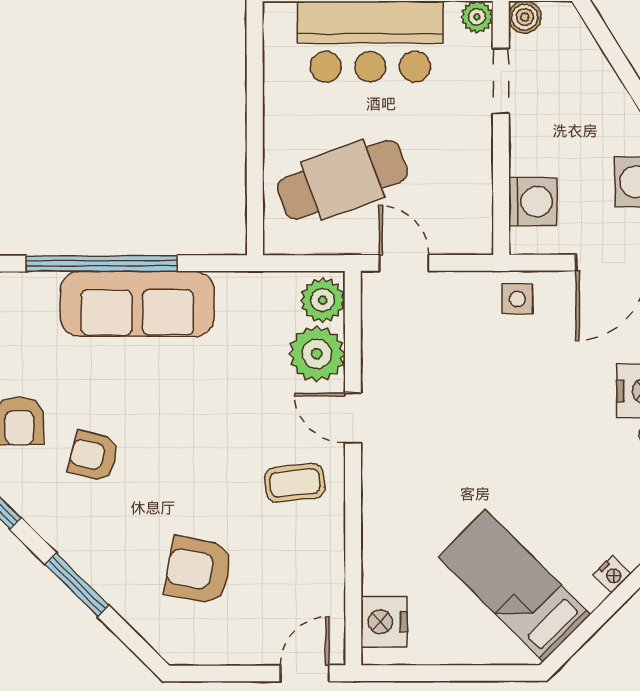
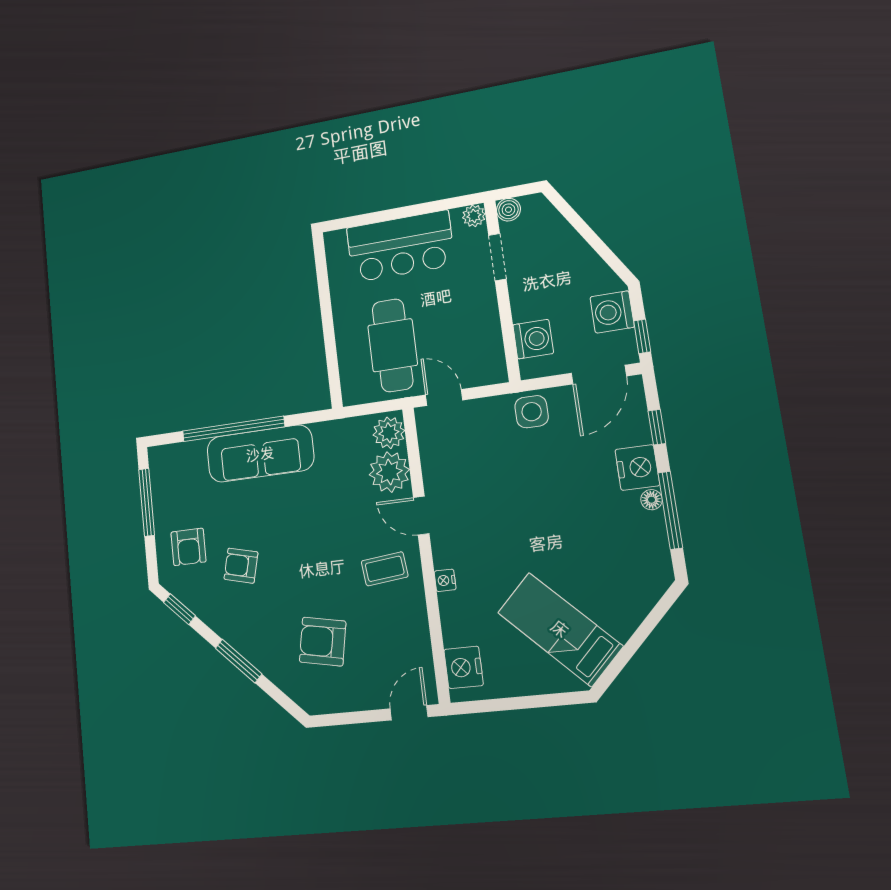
cafe table: (342, 180) -> (393, 345), turned -70
side table: (517, 299) -> (532, 412), width x1.37, depth x1.37
nightstand: (612, 574) -> (445, 580), moved, turned 135

